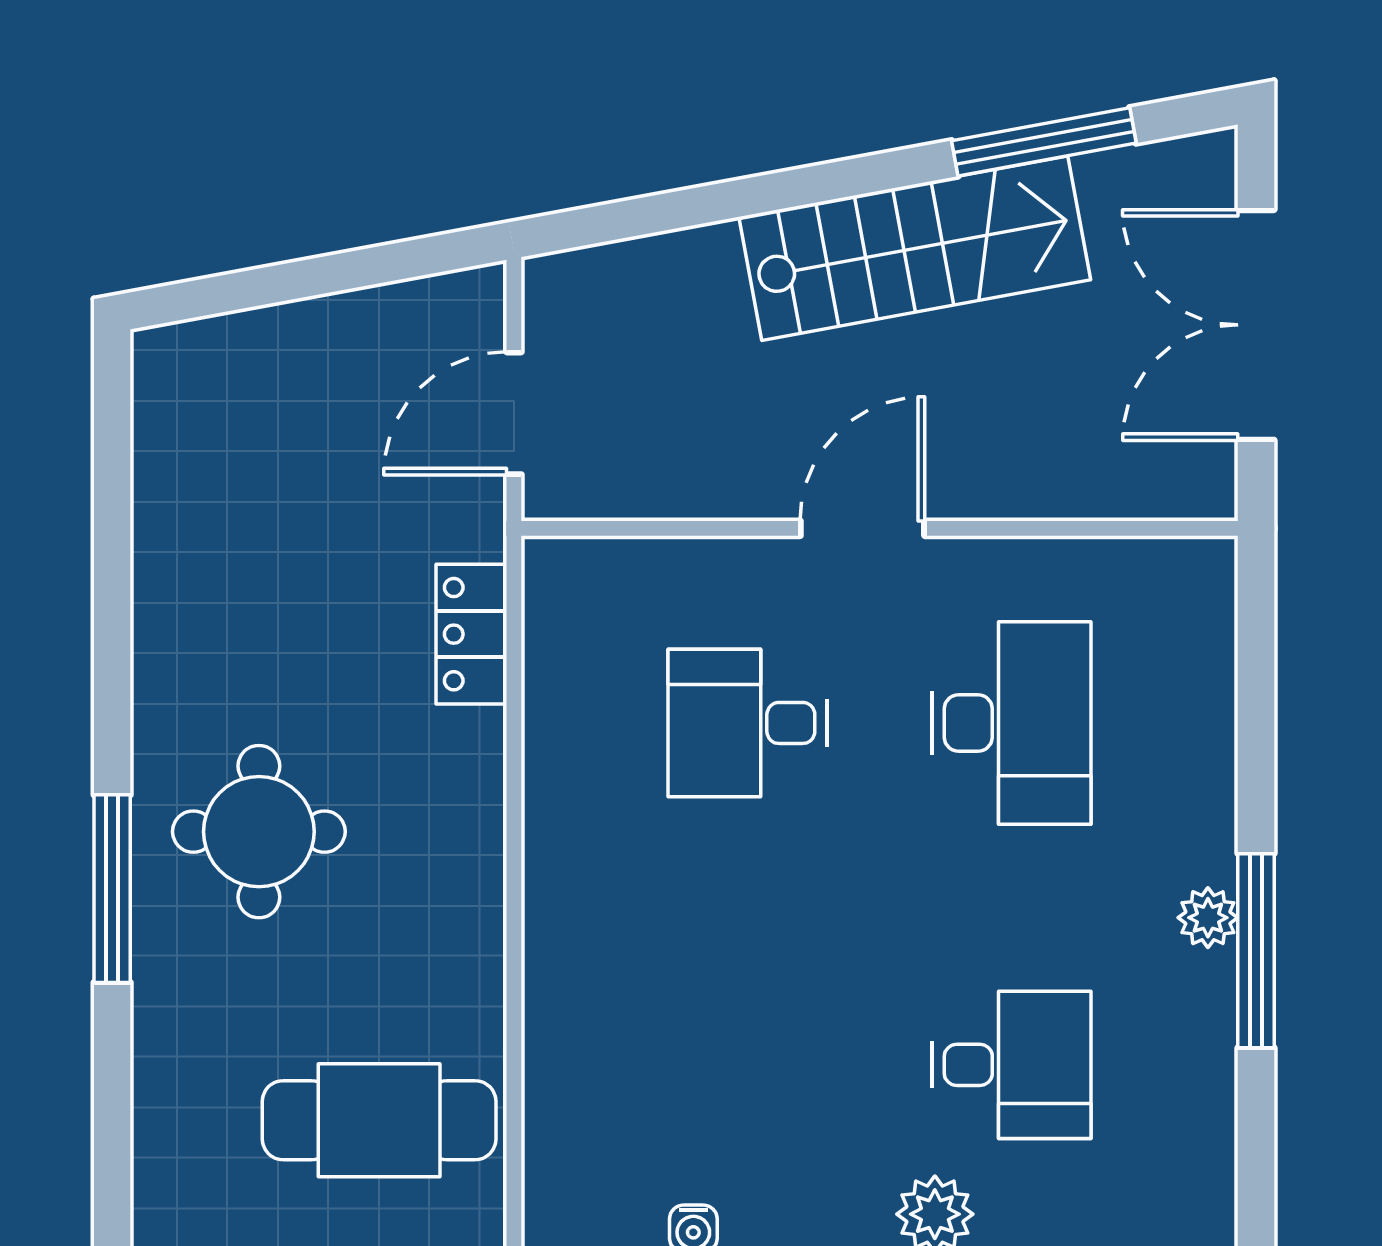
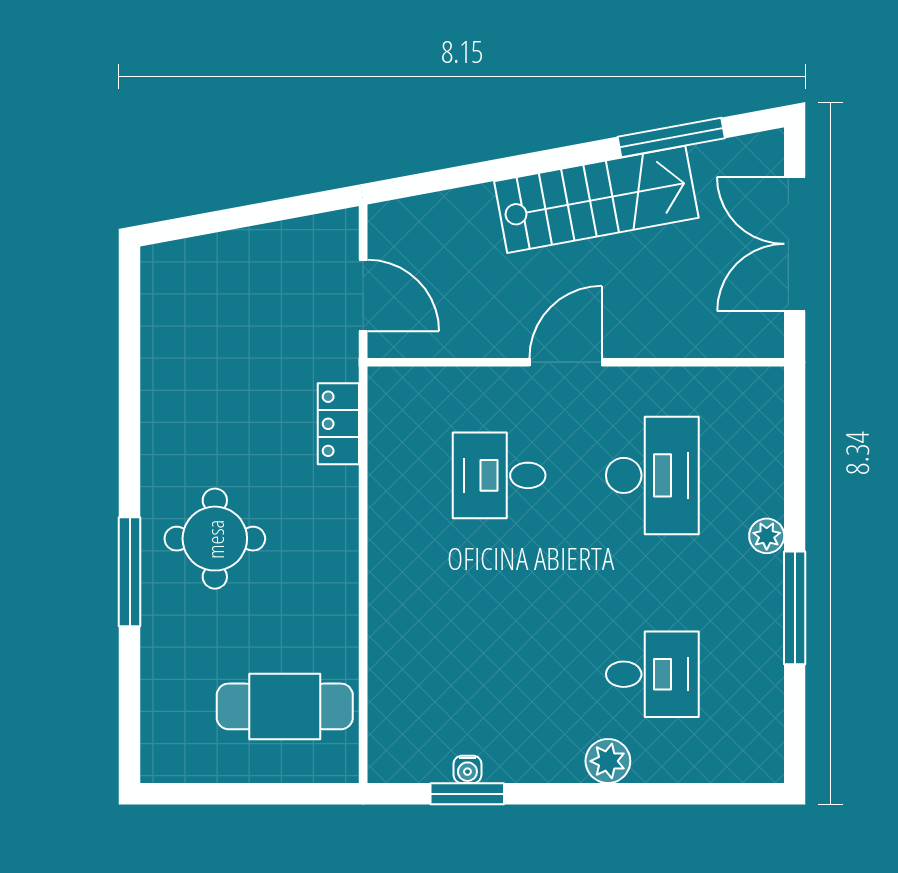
door: (514, 413) -> (363, 295), swing flipped
plant: (1208, 918) -> (767, 536), moved

